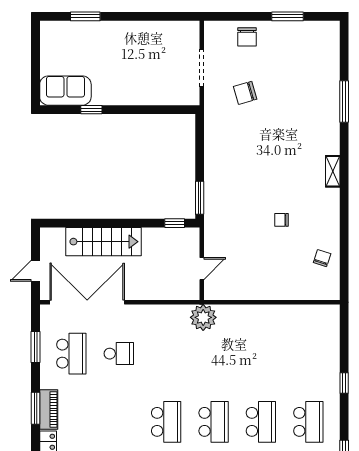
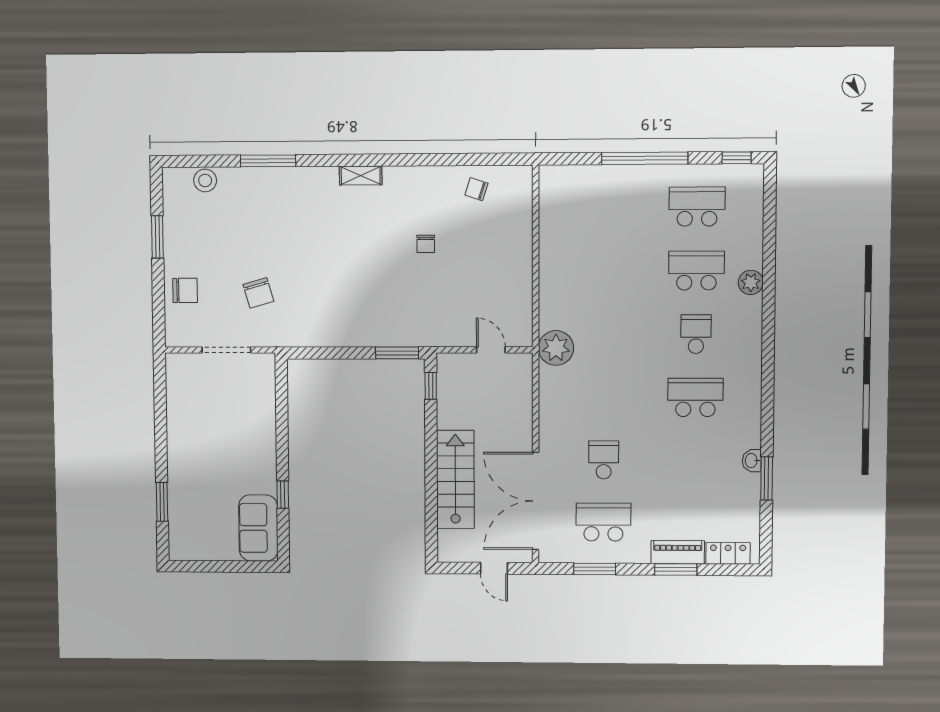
stool: (330, 54) -> (205, 180), added
window: (344, 383) -> (645, 158), width x3.17
school desk: (214, 422) -> (696, 334), width x0.54

